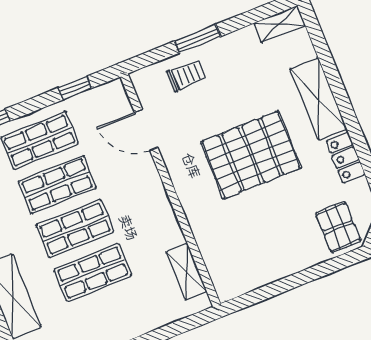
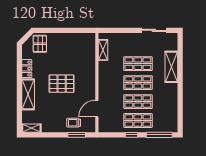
window: (198, 39) -> (77, 135), moved
window: (75, 88) -> (131, 135), moved
door: (146, 130) -> (97, 109), swing flipped
pallet: (251, 155) -> (62, 84), width x0.73, depth x0.71

